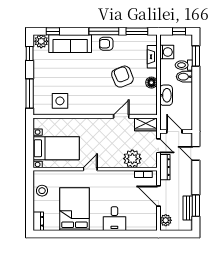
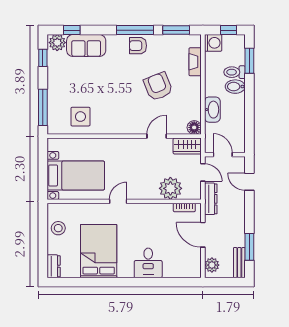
sofa: (70, 44) -> (86, 46), width x0.73
washing machine: (167, 52) -> (213, 43), moved
floor lamp: (151, 83) -> (194, 127), moved
bench: (188, 208) -> (239, 263), moved

